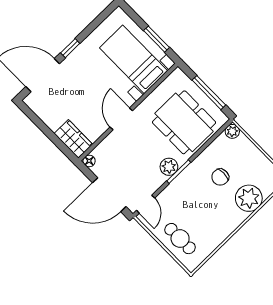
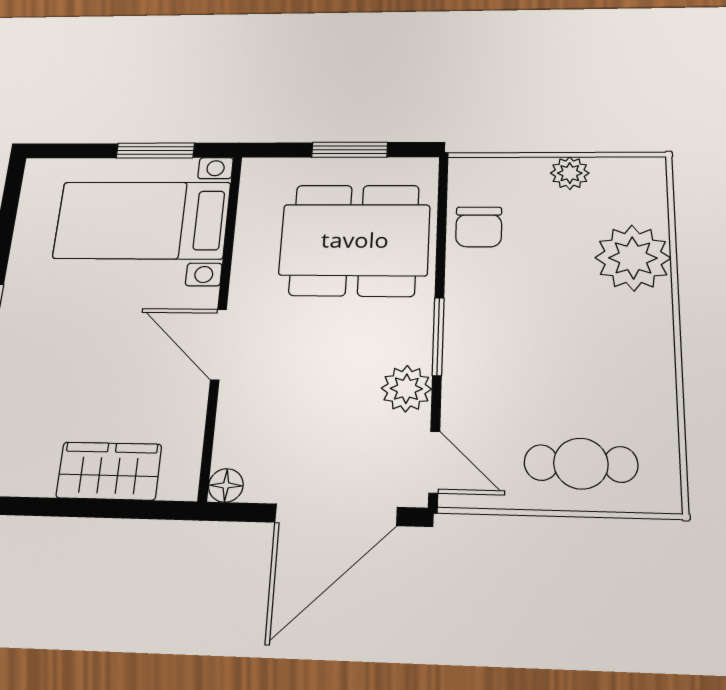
window: (209, 93) -> (350, 150), width x0.69
plant: (232, 131) -> (570, 173), moved
wardrobe: (73, 139) -> (109, 471), moved
plant: (169, 167) -> (406, 389), moved
chair: (220, 177) -> (479, 227), moved

